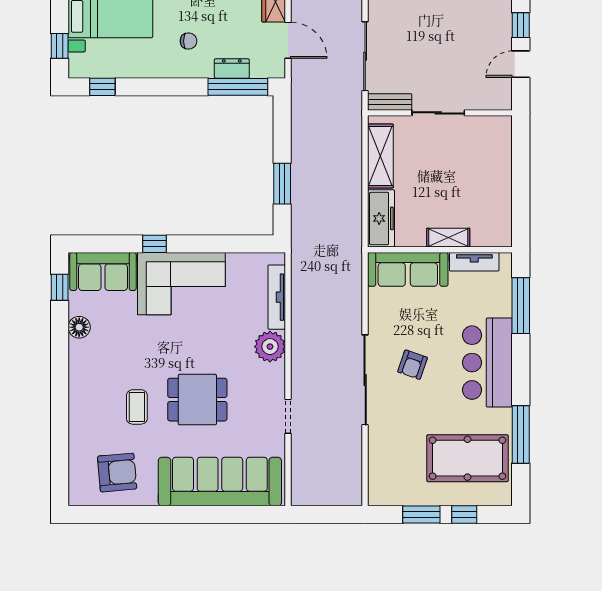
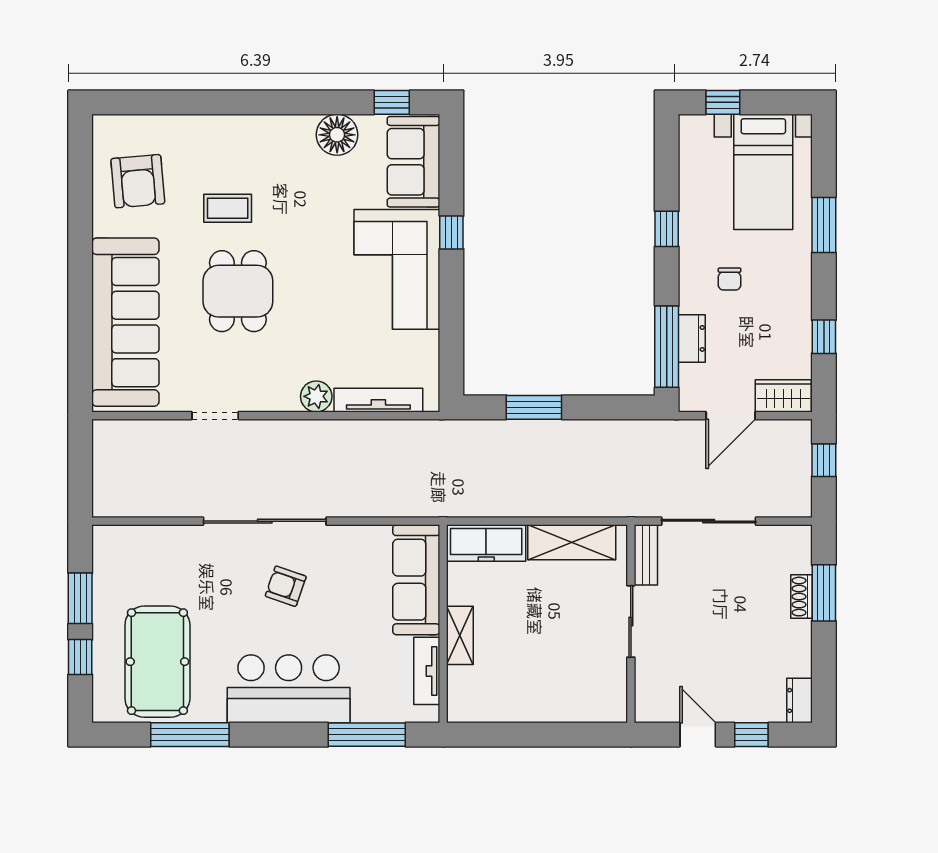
window: (102, 87) -> (667, 229), moved
floor lamp: (79, 327) -> (337, 135), width x1.38, depth x1.38
plant: (270, 347) -> (316, 396), width x0.73, depth x0.73

